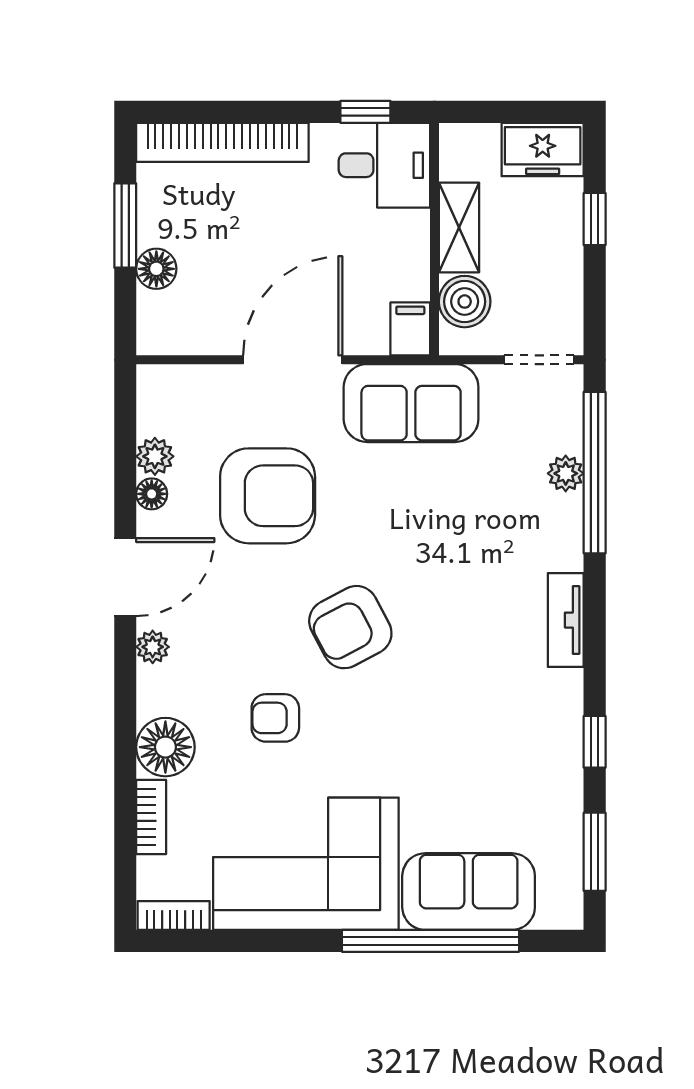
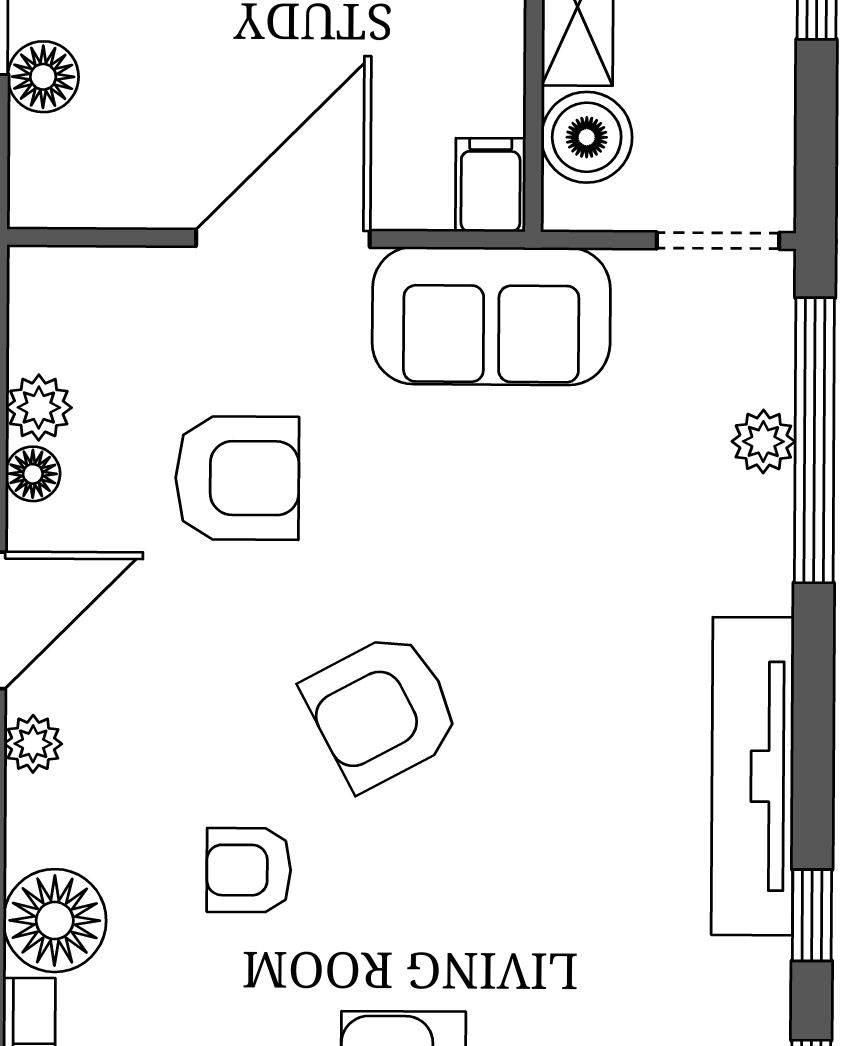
armchair: (268, 496) -> (237, 478), width x0.73, depth x0.73
tv unit: (566, 620) -> (753, 776), width x1.92, depth x1.29

